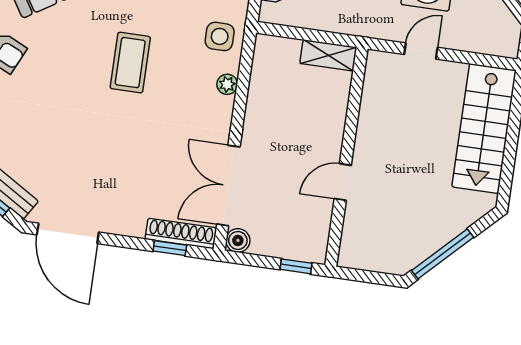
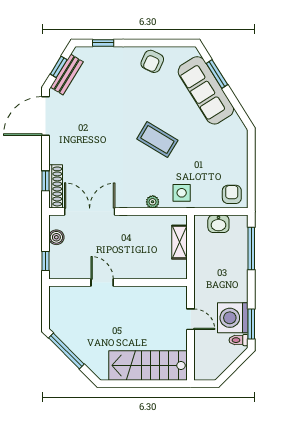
shelving: (328, 55) -> (180, 242), moved
coffee table: (130, 63) -> (157, 140), turned 31
boiler: (238, 240) -> (56, 237), moved

